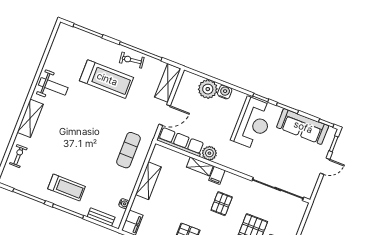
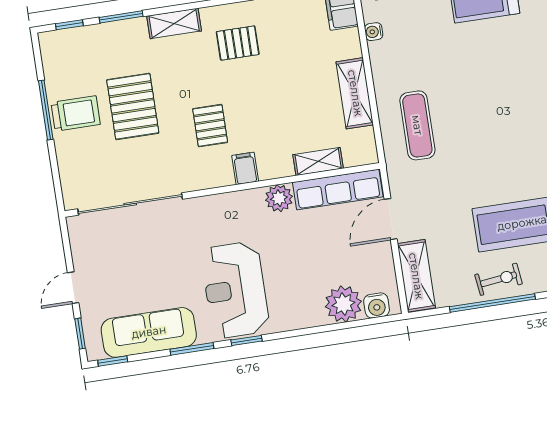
water cooler: (225, 92) -> (377, 305), moved
shelving: (200, 166) -> (318, 161), moved

